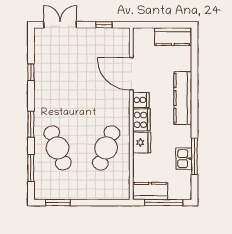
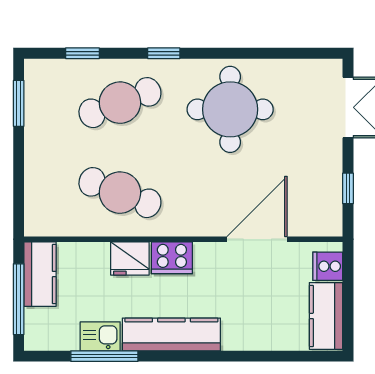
window: (31, 72) -> (260, 53), removed
round table: (61, 88) -> (230, 109), added
kitchen counter: (183, 98) -> (171, 334), moved
cooker: (141, 100) -> (328, 266), moved, turned 90
window: (31, 124) -> (164, 53), width x0.67
window: (31, 168) -> (82, 53), width x0.67

